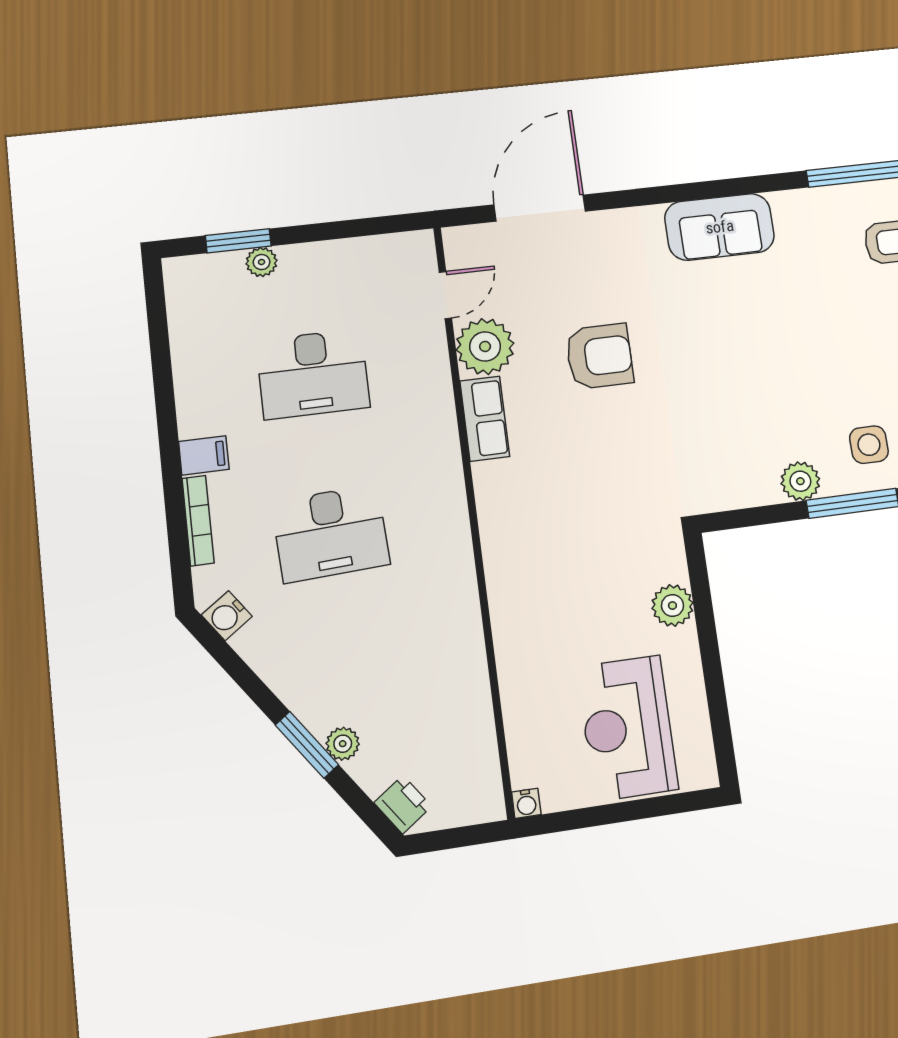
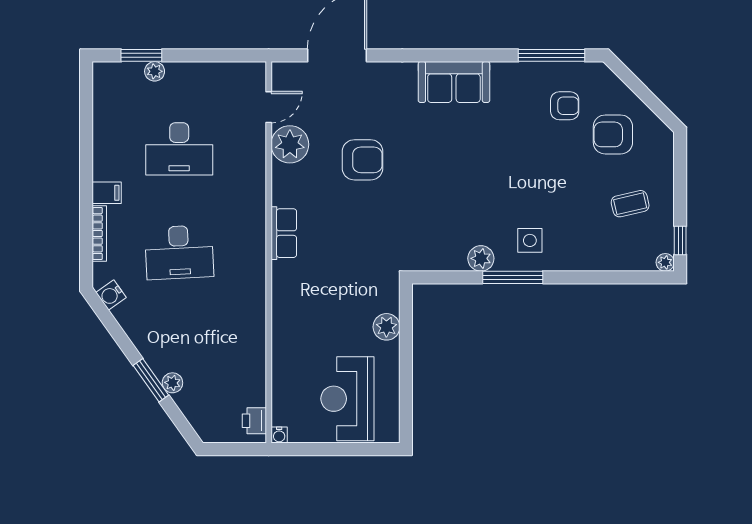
row of seats: (485, 419) -> (284, 233), moved
printer: (403, 804) -> (254, 421), moved, turned -145

